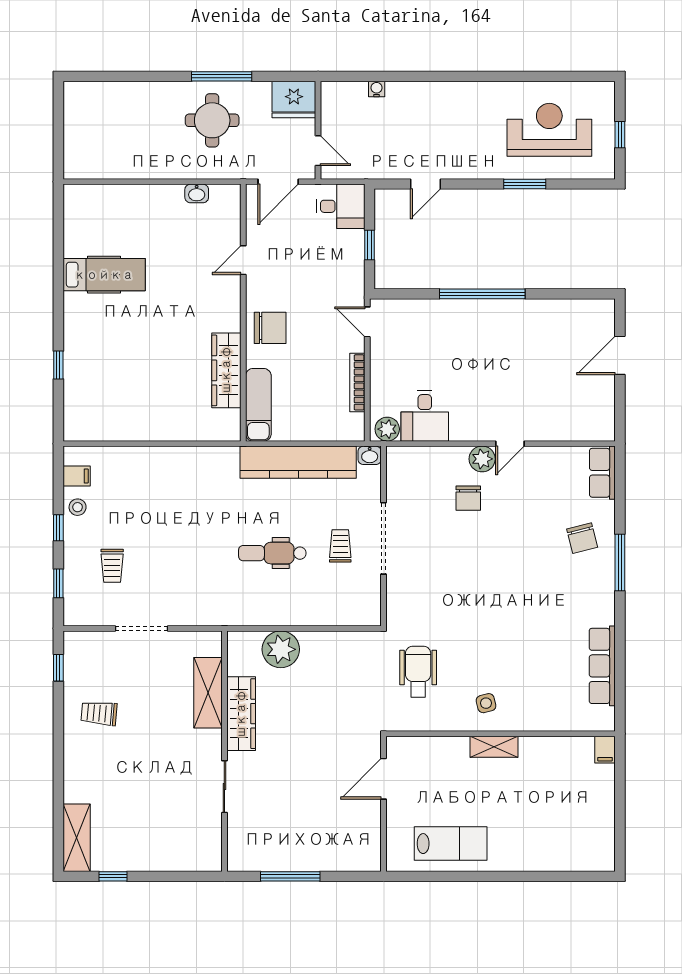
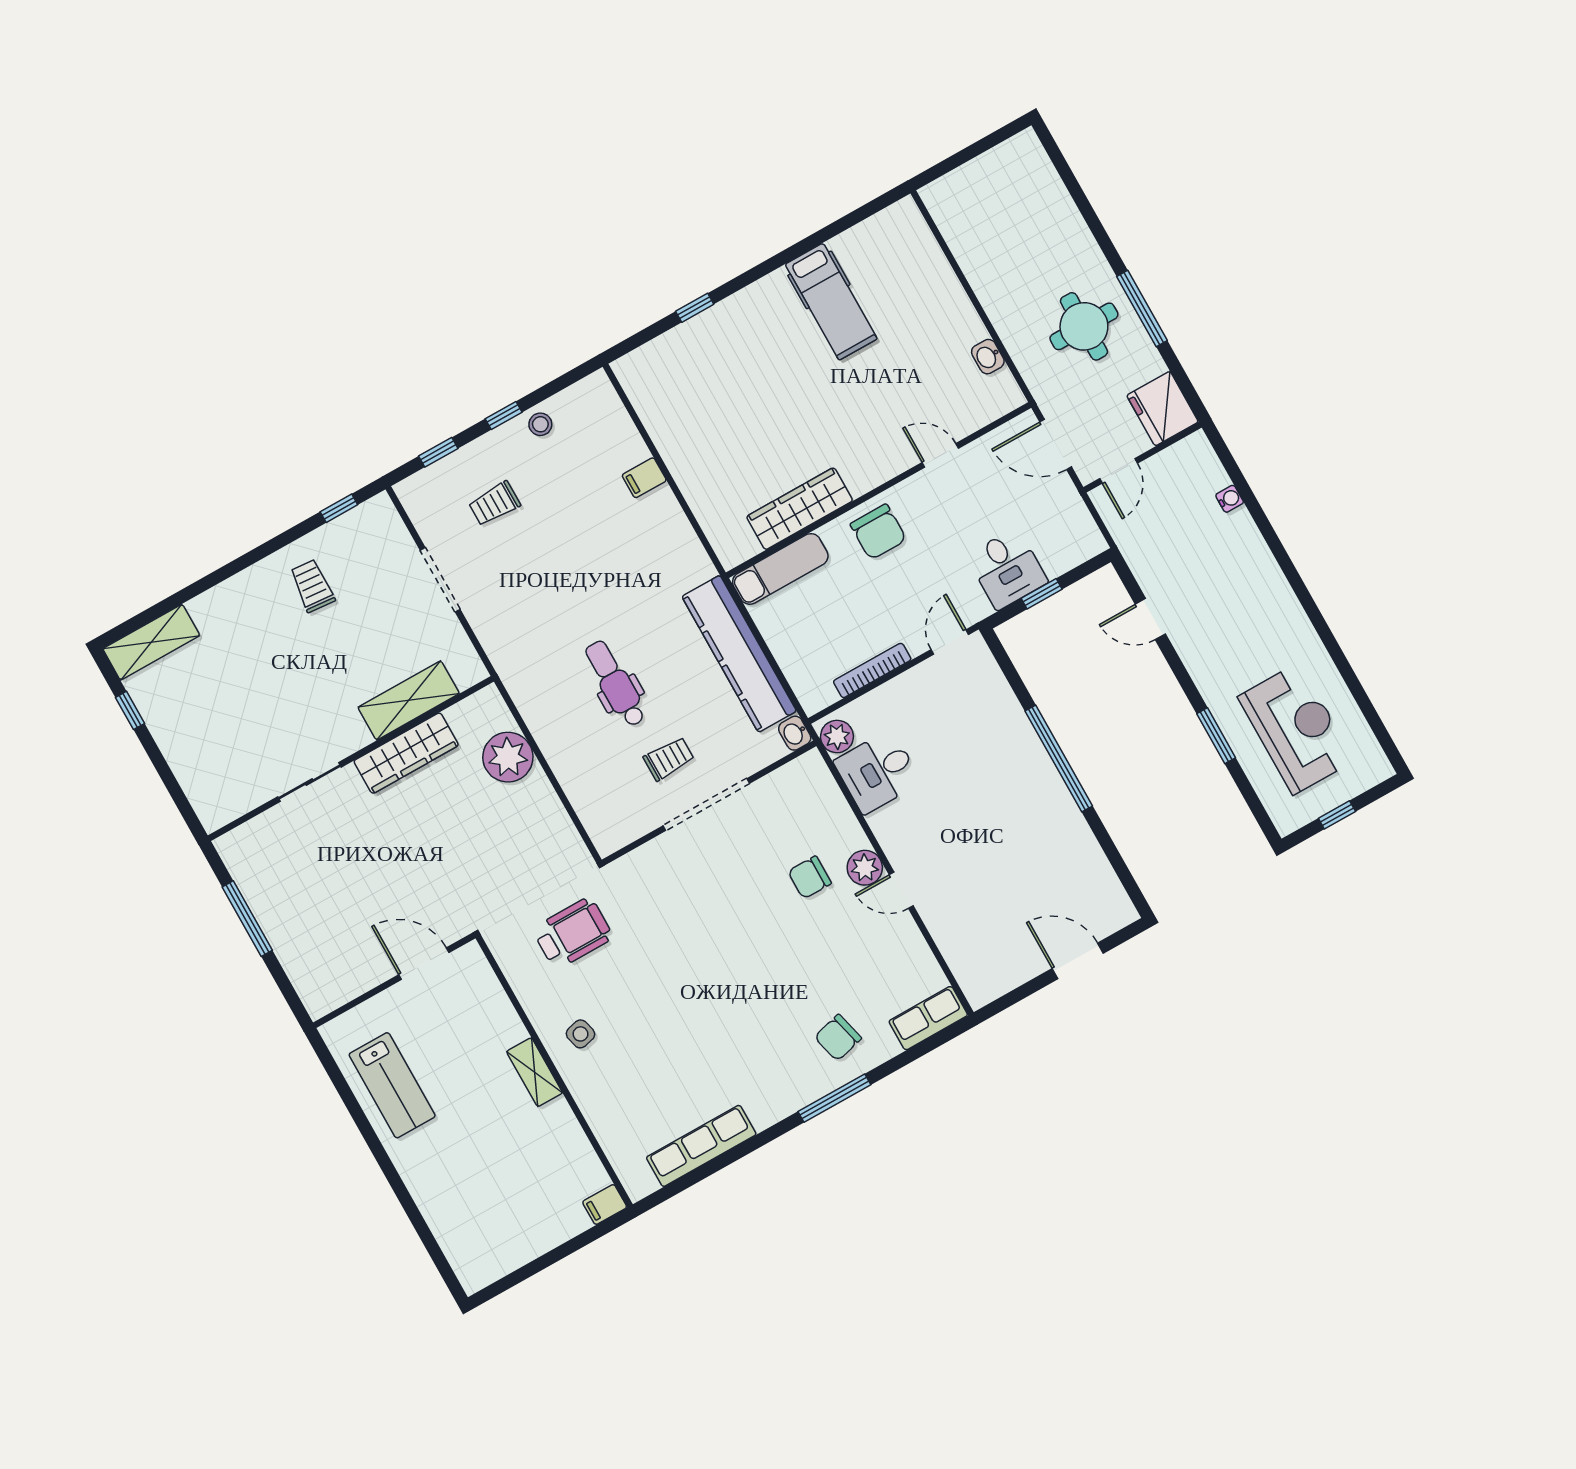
desk: (341, 206) -> (1007, 569), moved
filing cabinet: (77, 476) -> (644, 478), moved, turned 90

